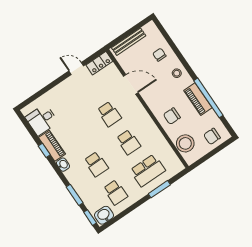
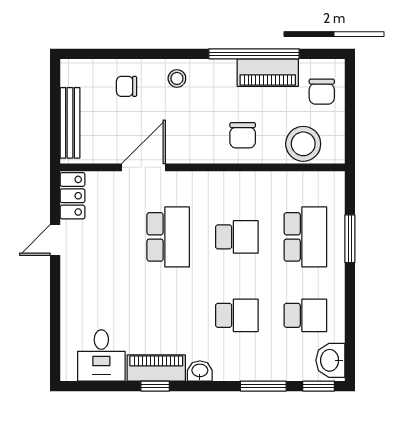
piano: (198, 99) -> (268, 73), moved
school desk: (109, 114) -> (168, 237), width x1.85

